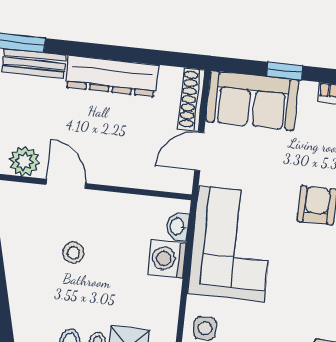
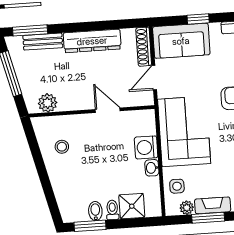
door: (66, 184) -> (108, 110), moved
washbasin: (178, 226) -> (152, 168), moved
stool: (73, 253) -> (62, 147), moved

